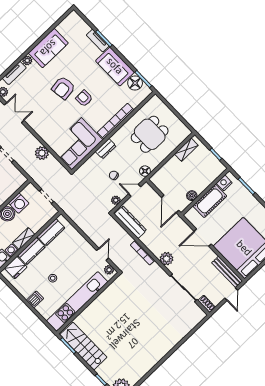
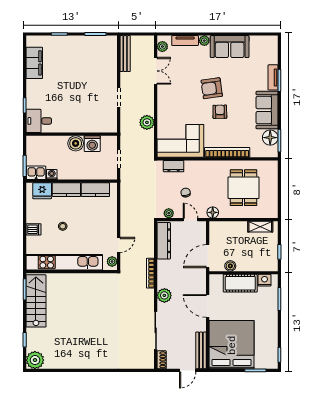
dining table: (150, 134) -> (244, 188), turned 90
dresser: (106, 149) -> (174, 166), moved
shelving: (24, 239) -> (70, 174), removed

